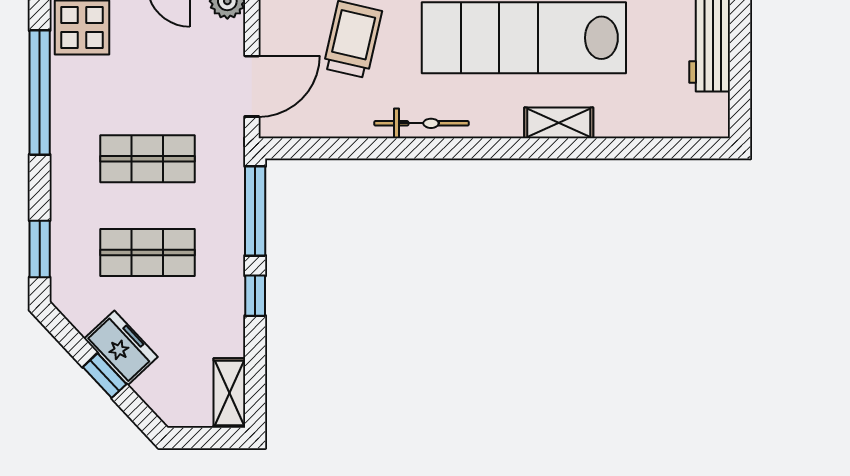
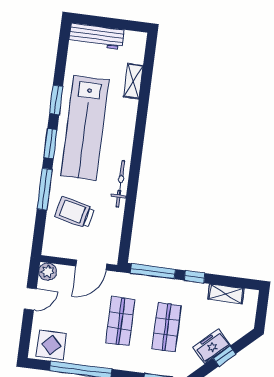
door: (252, 86) -> (91, 265), swing flipped
shelving: (559, 123) -> (133, 81), moved
shelving: (229, 393) -> (226, 294), moved

